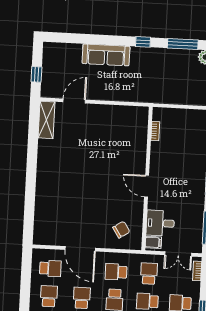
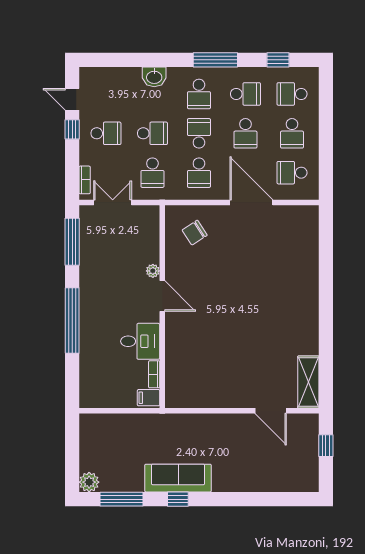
sofa: (106, 55) -> (178, 478), moved
door: (74, 101) -> (271, 411), hinge flipped
plant: (152, 204) -> (153, 271), added
desk: (160, 223) -> (140, 341), moved
filing cabinet: (153, 242) -> (149, 398), moved
school desk: (116, 272) -> (199, 173), turned 90

